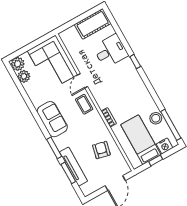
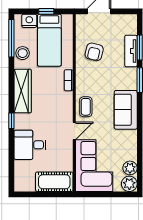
cot: (93, 24) -> (54, 182), moved
wardrobe: (139, 89) -> (23, 91), added
tv unit: (74, 167) -> (131, 51), width x0.71

